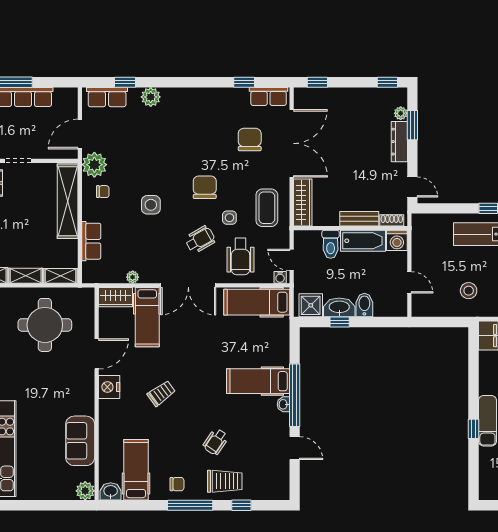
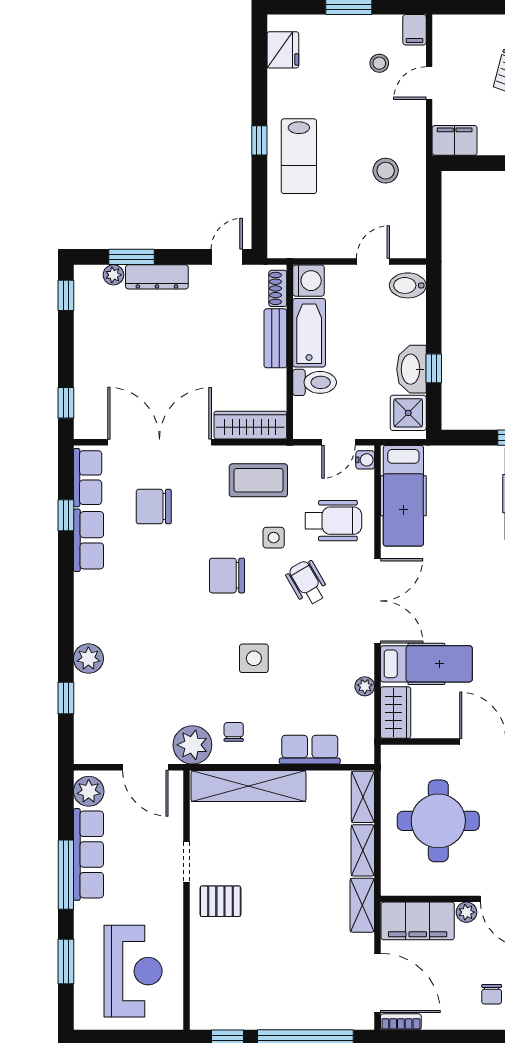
plant: (64, 97) -> (89, 791), added
row of seats: (107, 97) -> (89, 540), moved
bidet: (364, 305) -> (408, 285), moved

